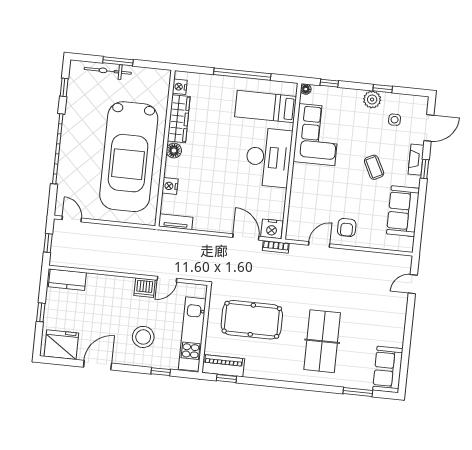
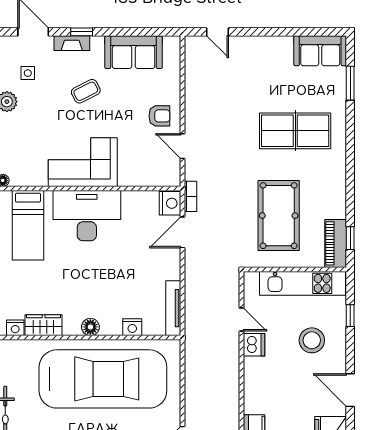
wardrobe: (179, 119) -> (44, 325), width x0.67
corner sofa: (317, 135) -> (83, 162), moved
tv unit: (176, 222) -> (173, 308), width x1.41

